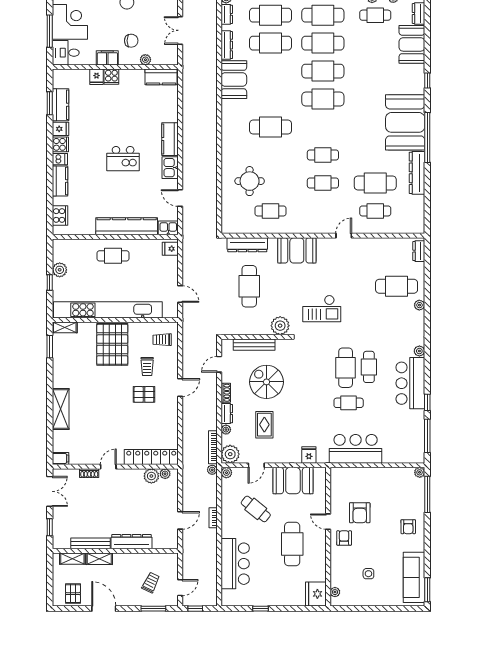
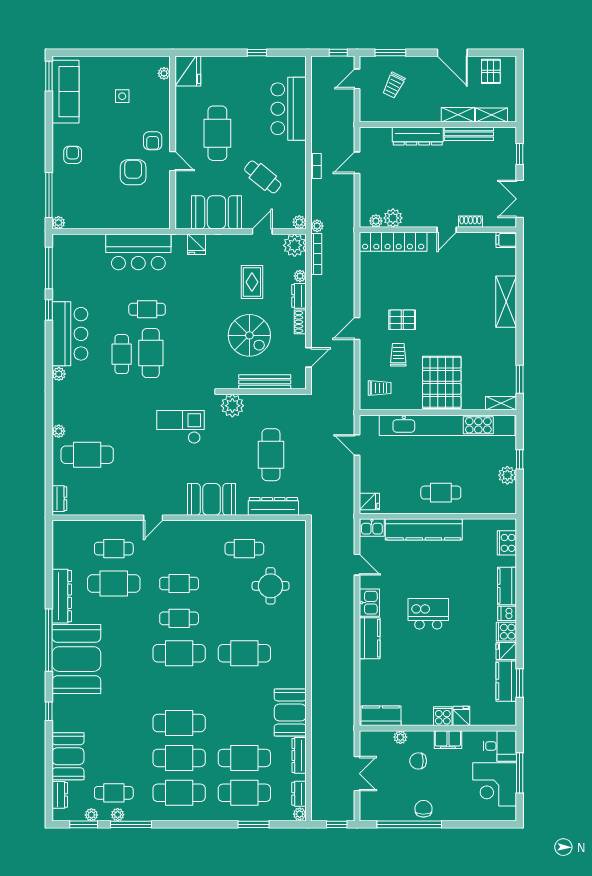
cafe table: (323, 99) -> (179, 653), moved

